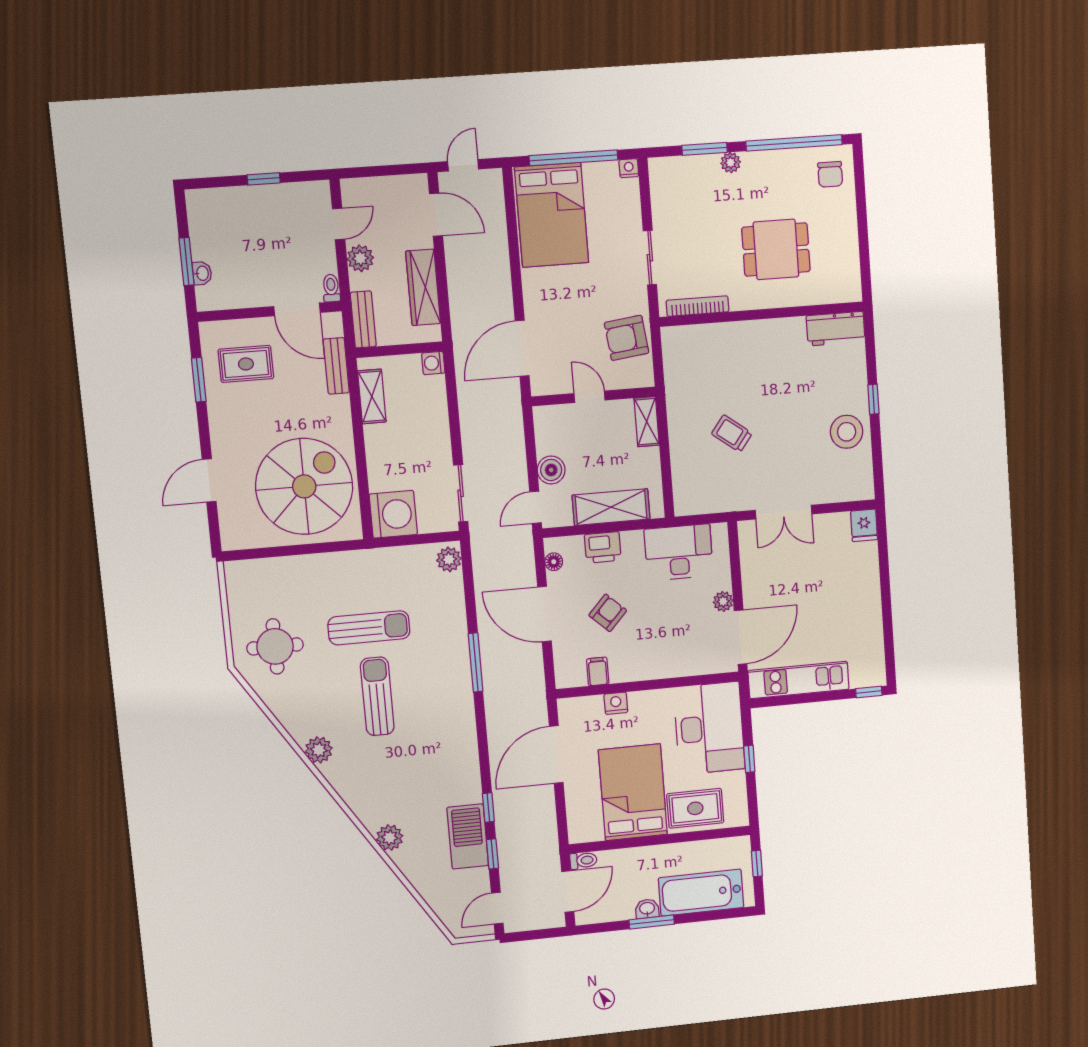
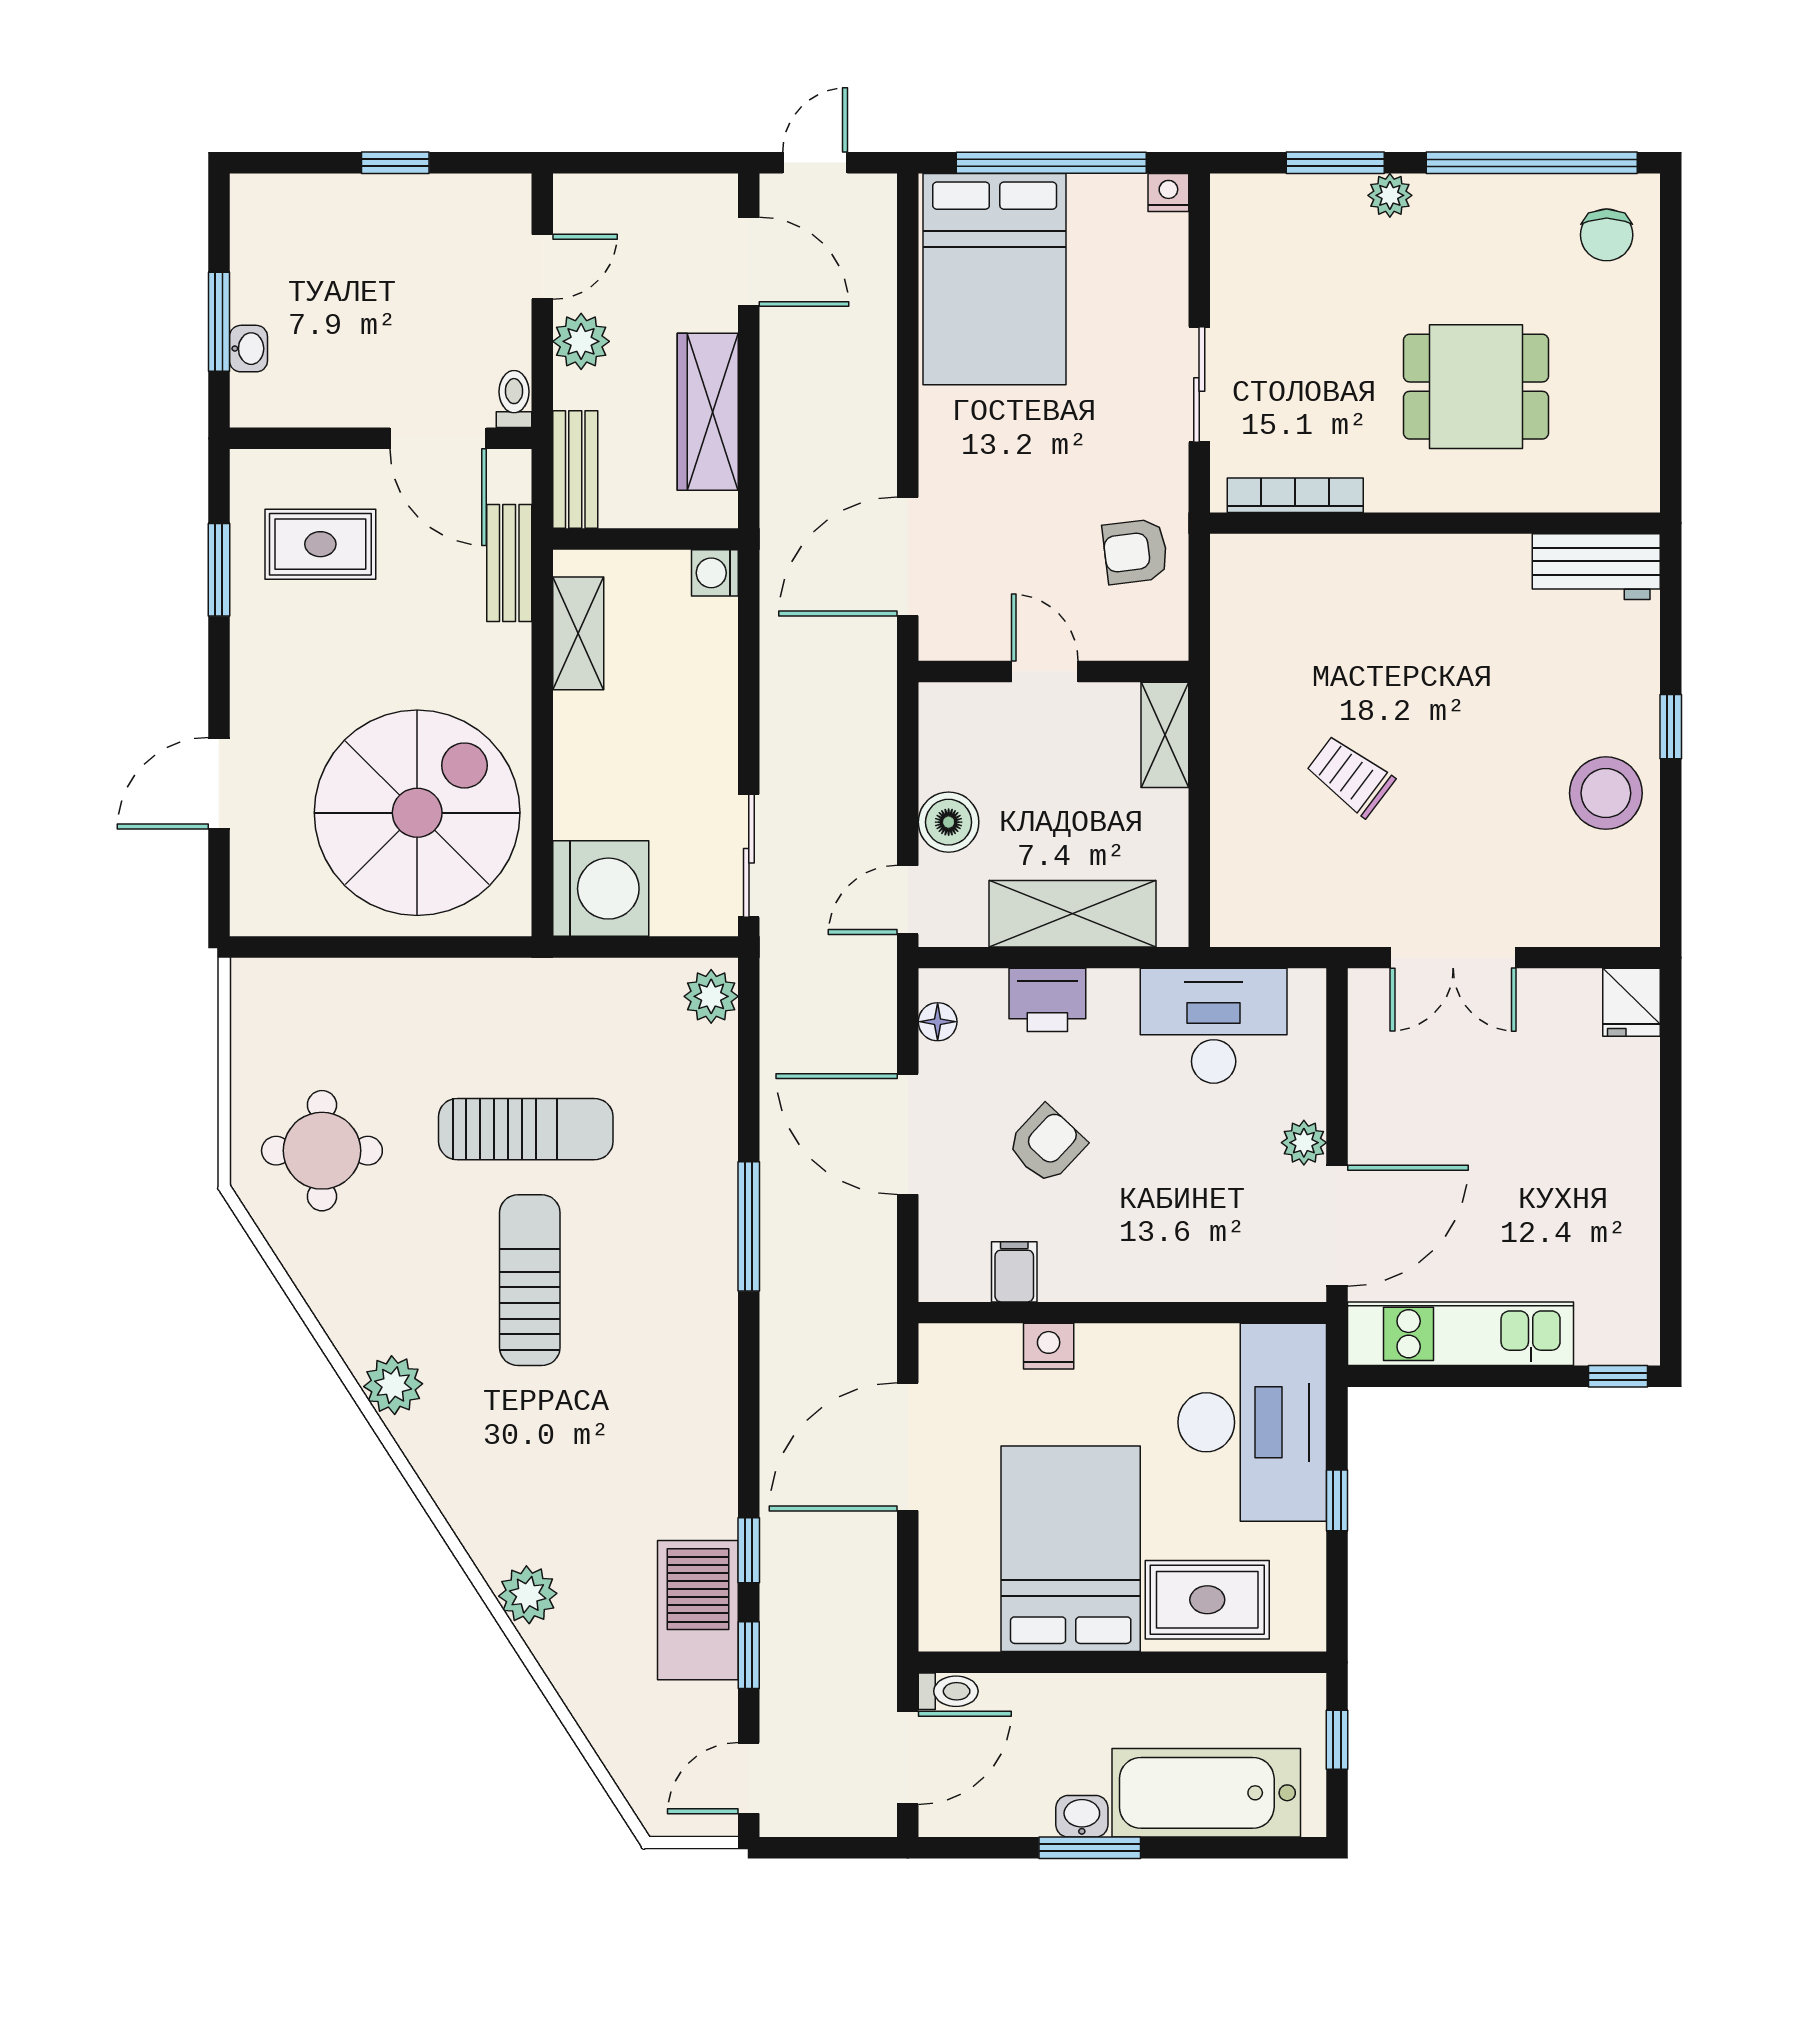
armchair: (627, 338) -> (1135, 551), width x0.72, depth x0.72

